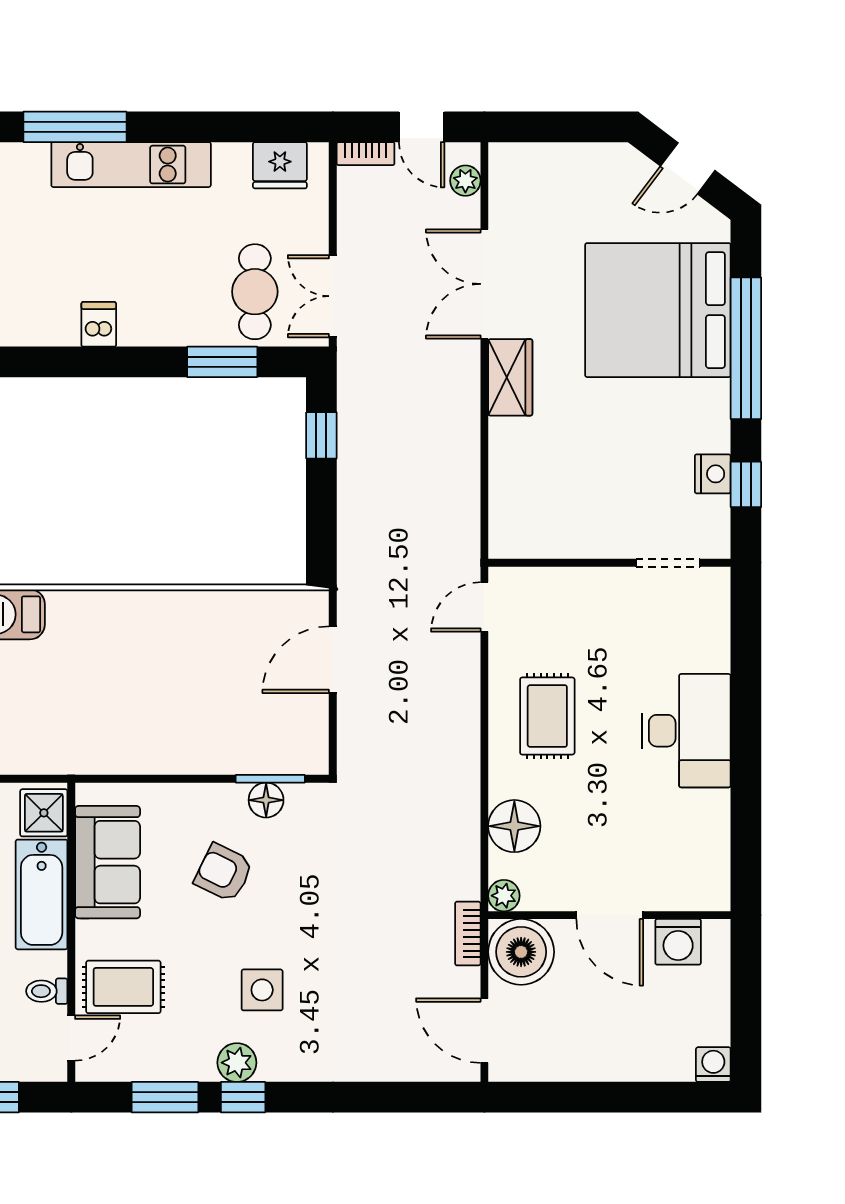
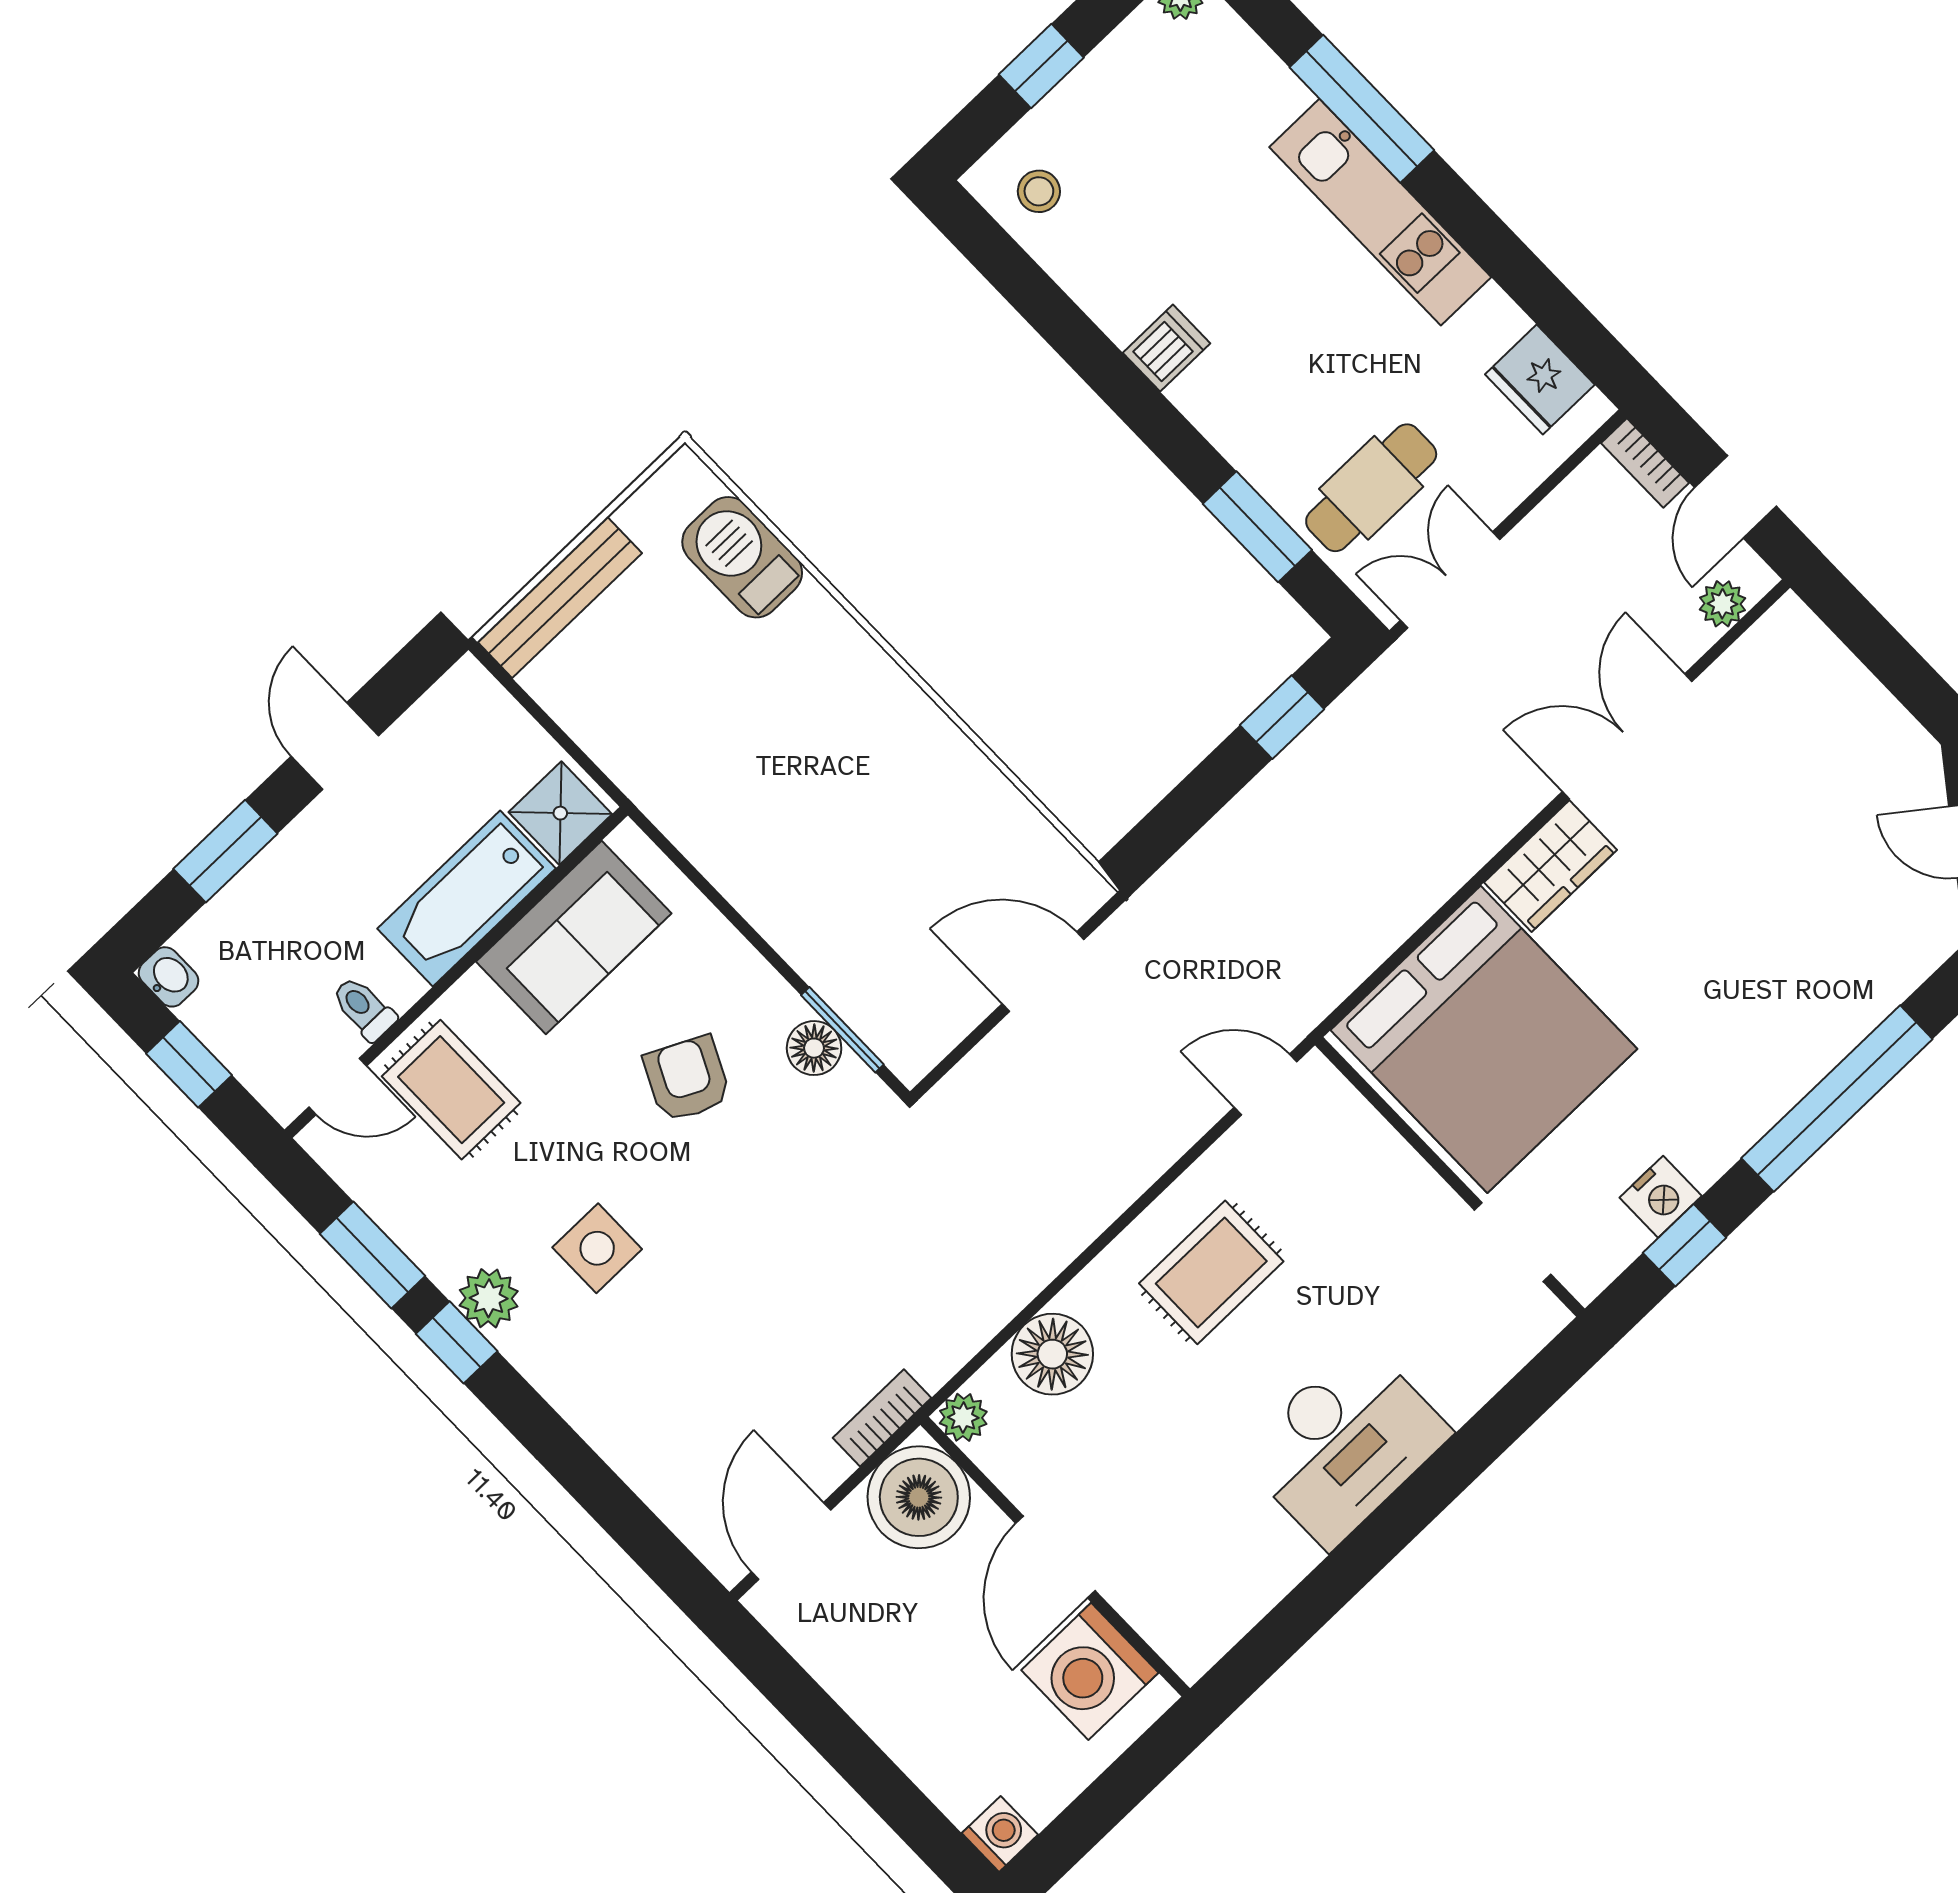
bed: (658, 310) -> (1484, 1039), moved, turned 180
washing machine: (678, 942) -> (1090, 1671), width x1.37, depth x1.37

